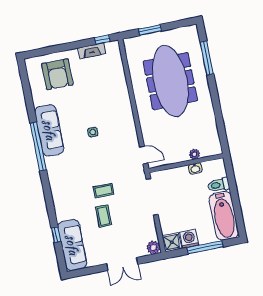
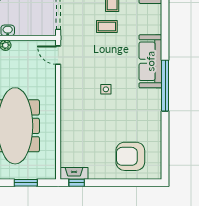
fireplace: (92, 51) -> (74, 173), moved
armchair: (57, 74) -> (130, 156), turned -90
sofa: (49, 130) -> (150, 61), moved

